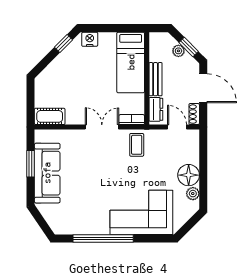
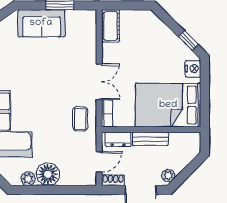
window: (189, 47) -> (185, 174), removed
plant: (178, 51) -> (168, 176), moved
bed: (131, 62) -> (168, 105), width x1.50
coffee table: (137, 145) -> (80, 119), turned 90
sofa: (47, 173) -> (41, 23), width x0.73

